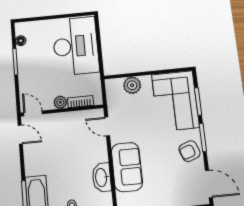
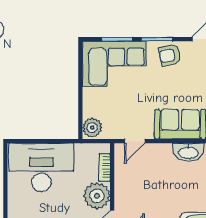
plant: (132, 85) -> (92, 128), moved
plant: (60, 102) -> (97, 196), width x1.88, depth x1.88
armchair: (190, 151) -> (170, 55), turned 99

